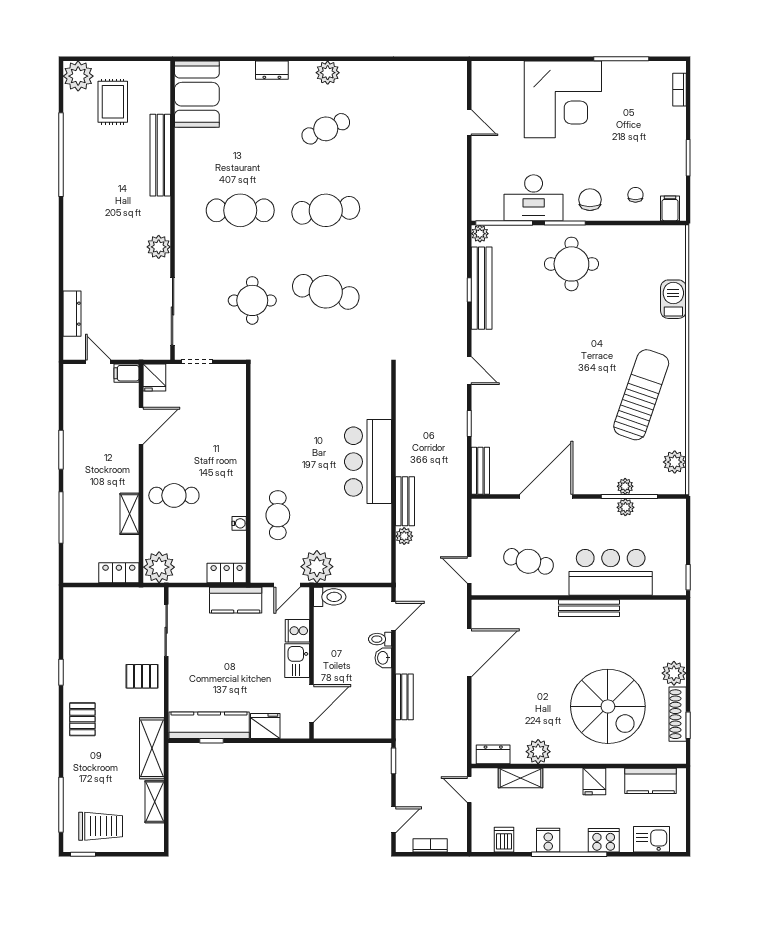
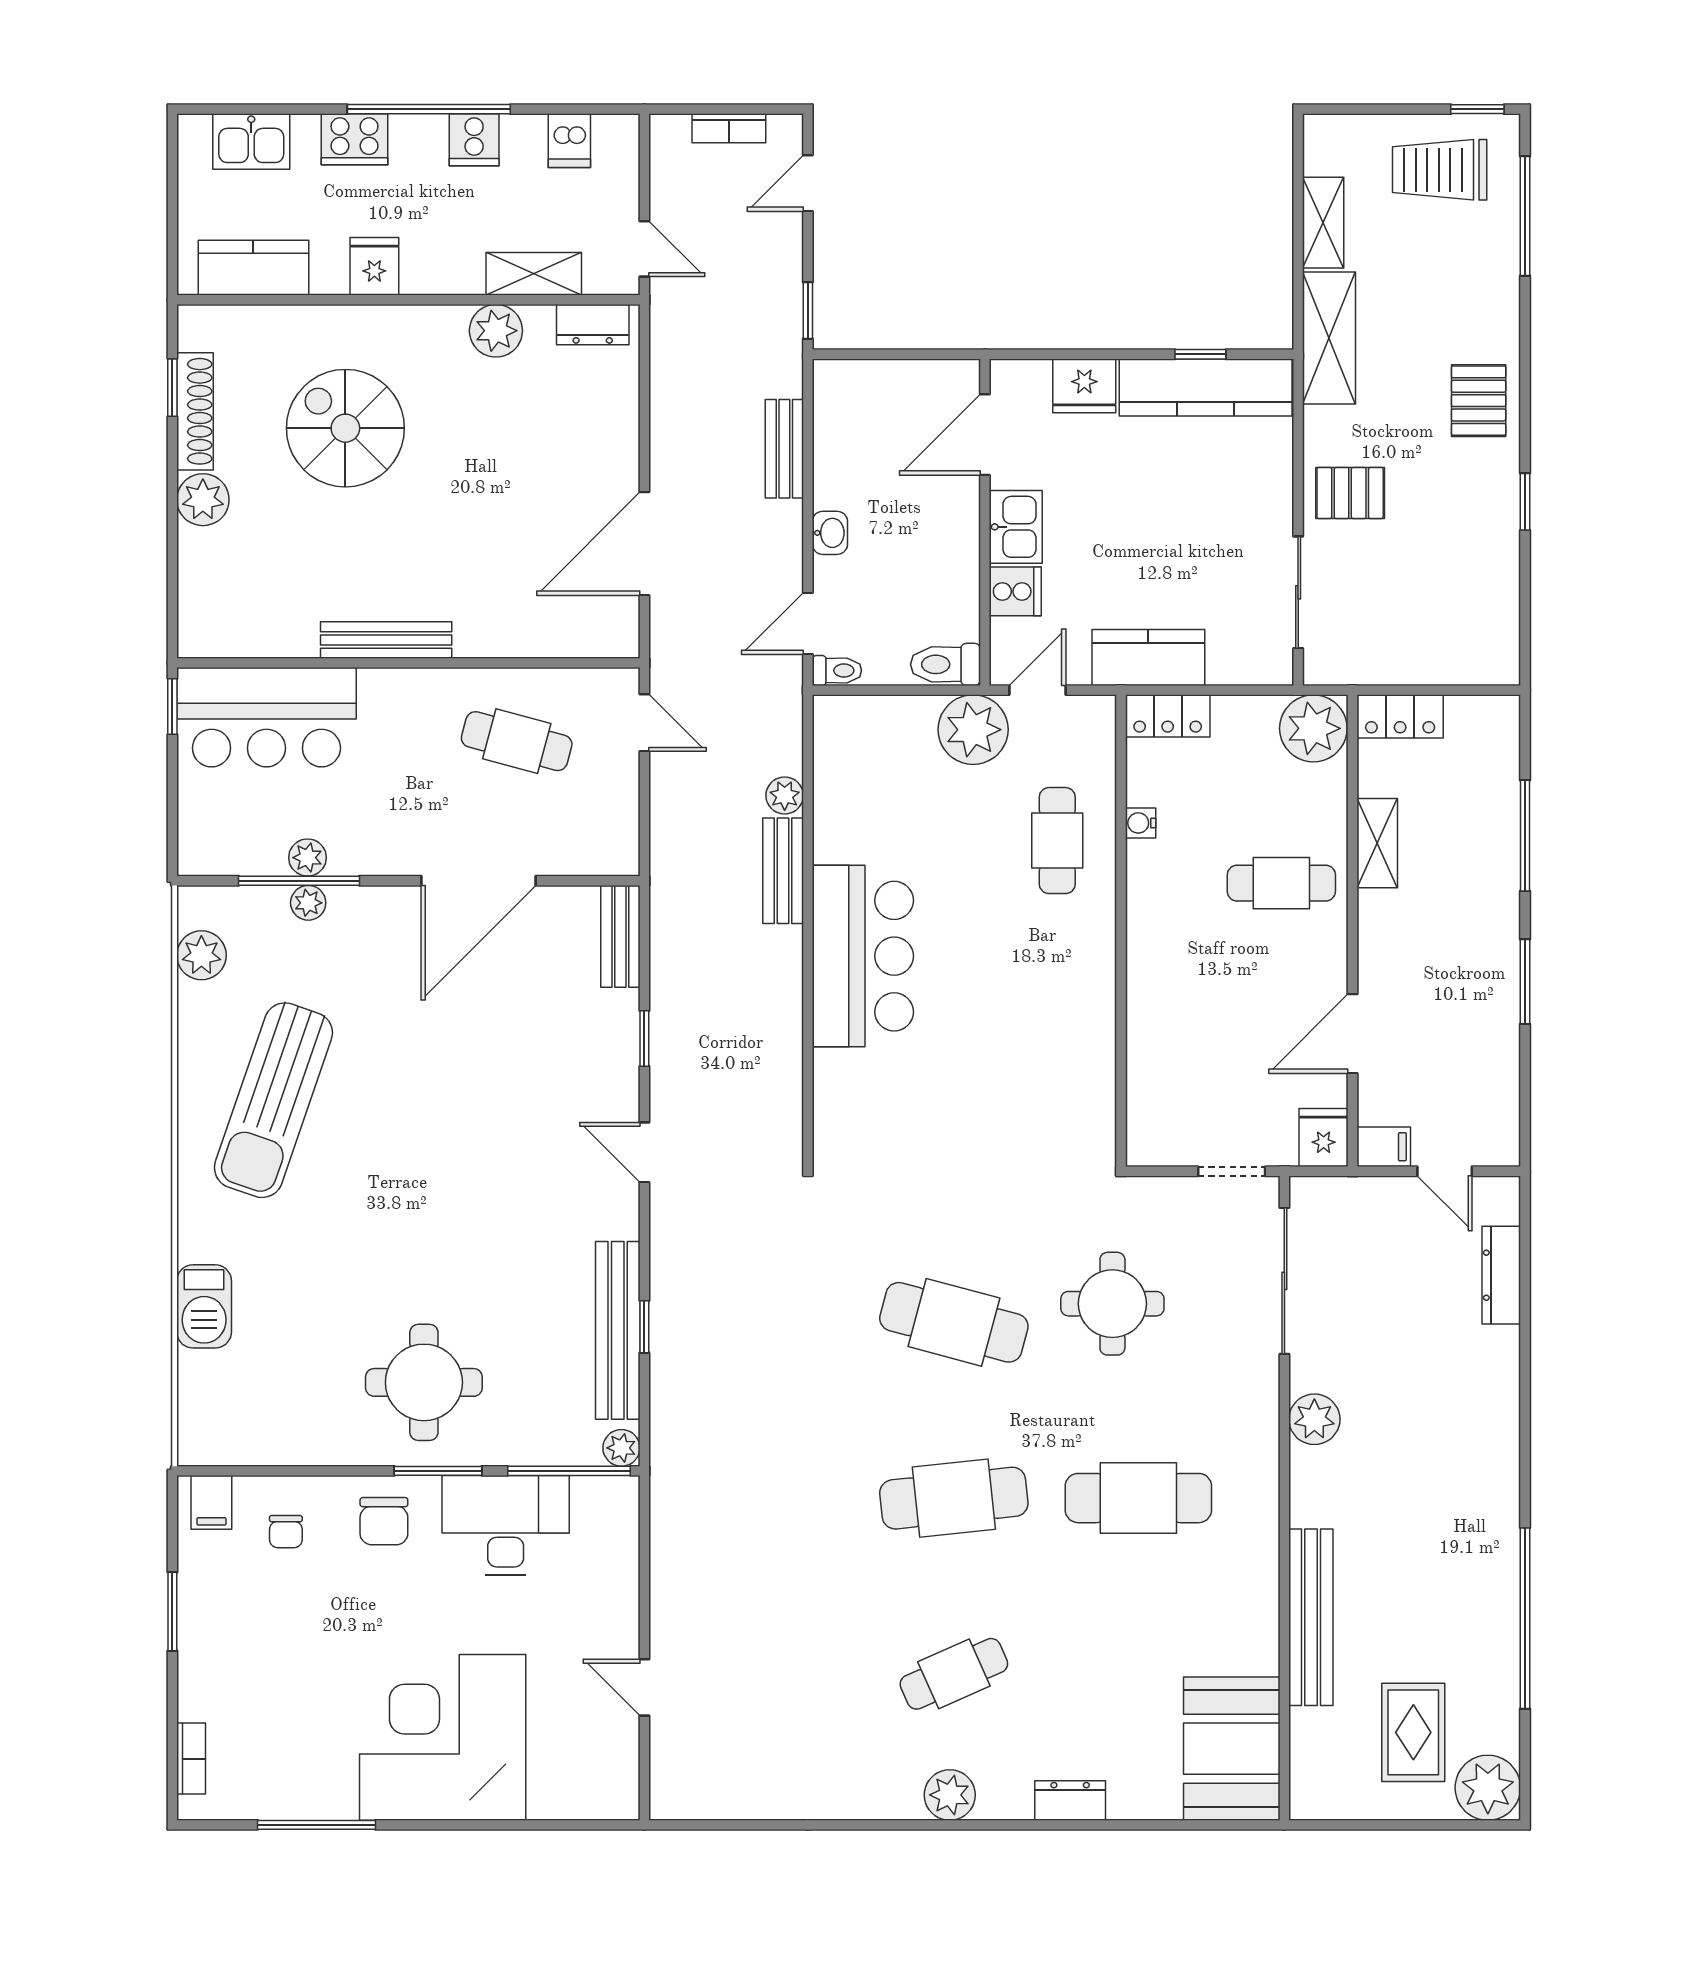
bar counter: (611, 572) -> (266, 717), moved
toilet: (380, 639) -> (837, 670), moved
spiral stairs: (608, 706) -> (345, 428), width x0.73, depth x0.73

